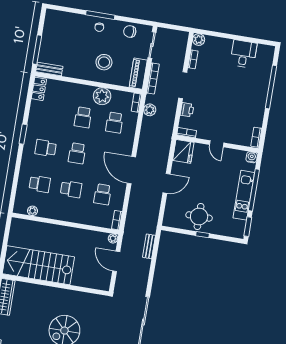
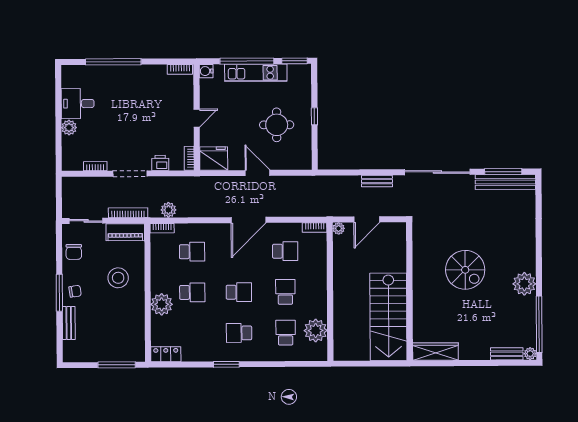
plant: (199, 40) -> (69, 128), moved
bench: (49, 69) -> (69, 323), moved
plant: (102, 96) -> (162, 304), moved
school desk: (46, 148) -> (239, 333), turned 90
plant: (32, 211) -> (316, 331), width x1.88, depth x1.88
round table: (199, 216) -> (277, 125), moved
bench: (149, 246) -> (377, 181), moved

